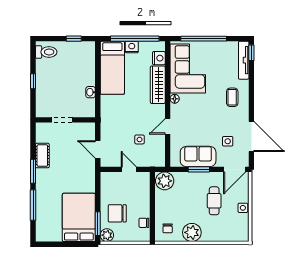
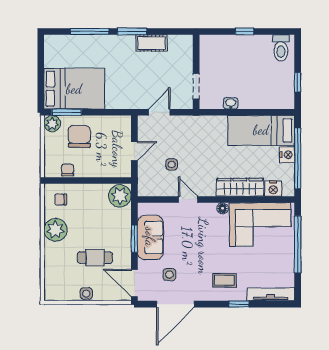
window: (251, 53) -> (239, 304), moved
doorway: (62, 120) -> (196, 86), moved

